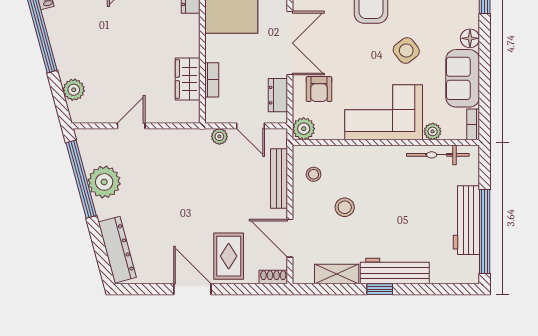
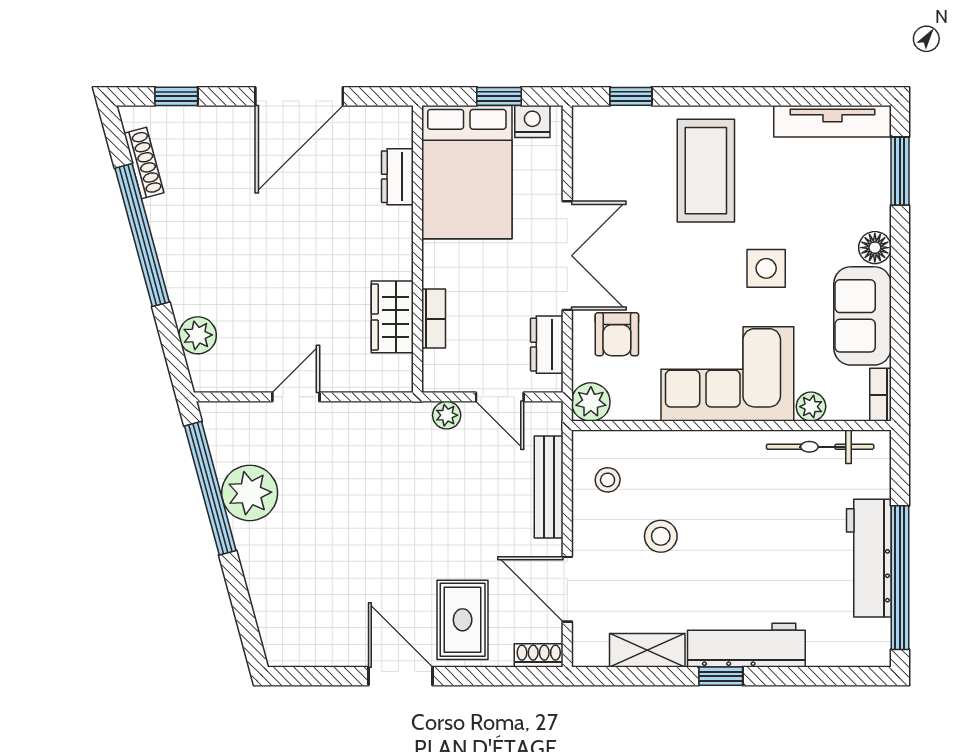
side table: (406, 51) -> (766, 268), turned 38
dresser: (117, 250) -> (272, 609), removed

